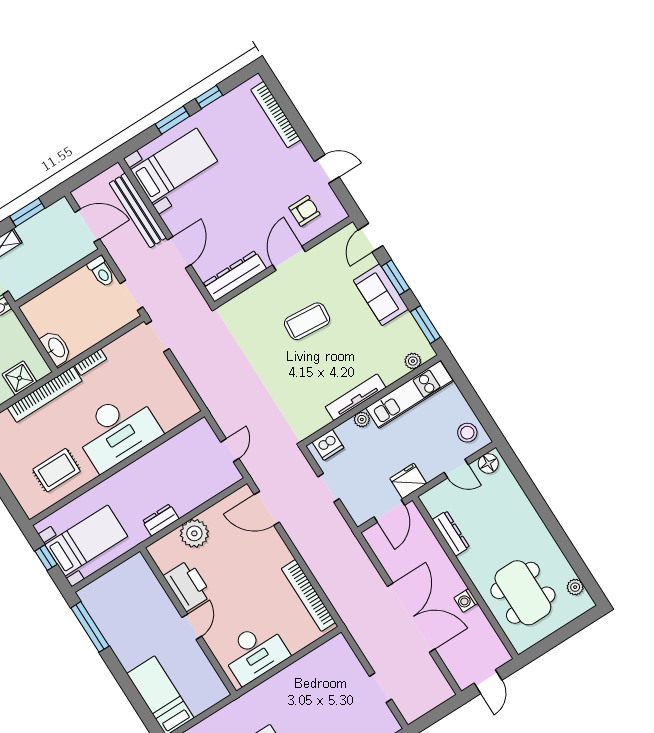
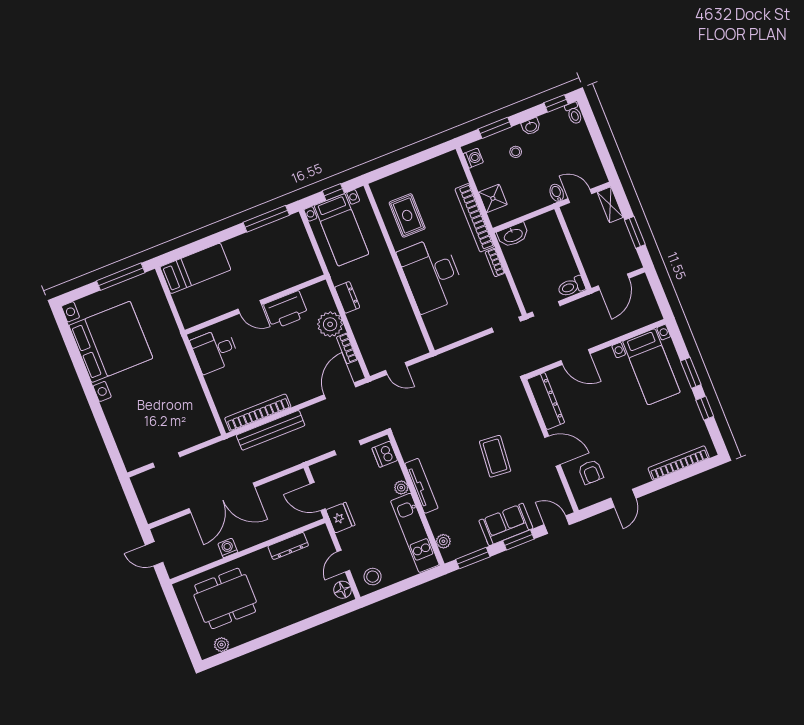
bench: (138, 210) -> (271, 430), moved
bookcase: (218, 509) -> (347, 348), added
desk: (255, 652) -> (215, 350), width x0.73

